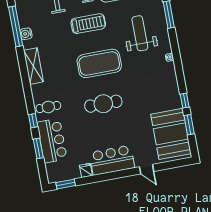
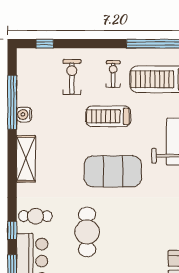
treadmill: (88, 24) -> (108, 116), turned 180
cafe table: (103, 104) -> (87, 232), moved, turned 90

